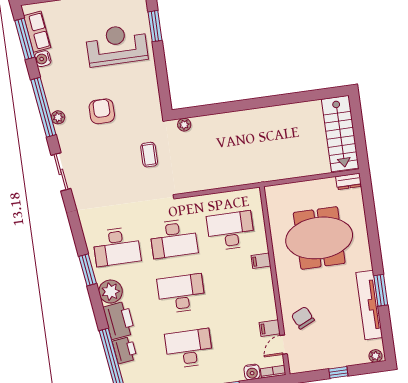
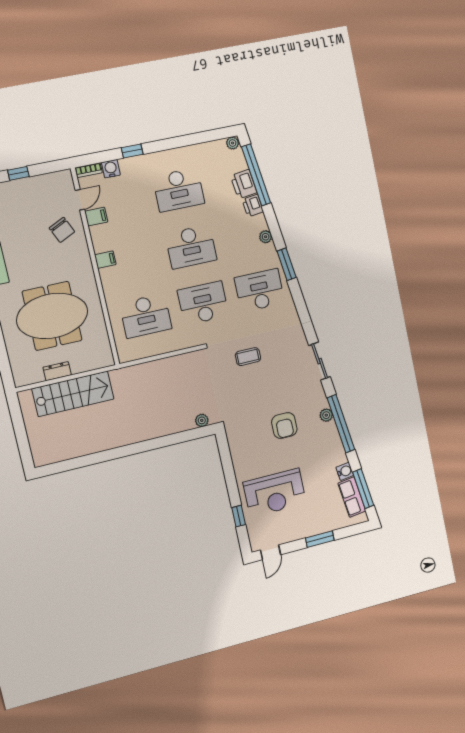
window: (155, 26) -> (239, 516), width x0.67
stairs: (340, 134) -> (73, 394), moved, turned 90
coffee table: (149, 155) -> (248, 357), moved, turned 90
dresser: (349, 181) -> (57, 371), moved
filing cabinet: (261, 261) -> (105, 260), moved
plant: (111, 291) -> (266, 237), width x0.53, depth x0.53
printer: (119, 320) -> (253, 206), width x0.53, depth x0.68

